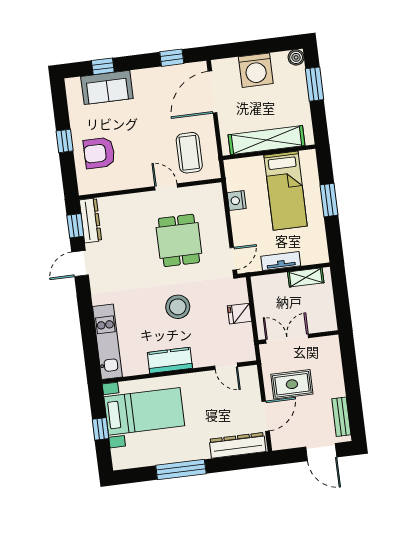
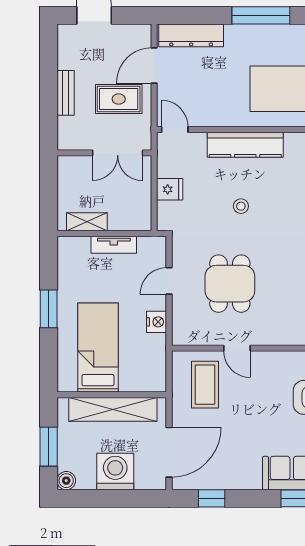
shelving: (267, 140) -> (113, 409), moved
wall: (269, 152) -> (112, 395), moved
bed: (286, 191) -> (98, 348), moved
door: (233, 259) -> (169, 281), moved
stool: (178, 307) -> (241, 206), width x0.53, depth x0.53
kitchen counter: (170, 360) -> (245, 145), width x1.50
door: (226, 366) -> (175, 130), moved
bench: (341, 417) -> (66, 93), moved

